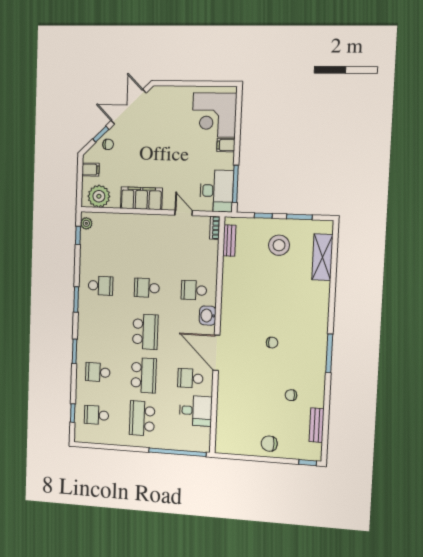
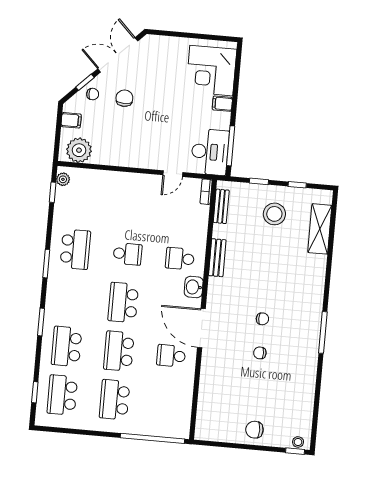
chair: (137, 146) -> (124, 98), added
filing cabinet: (141, 198) -> (127, 155), removed
door: (184, 213) -> (173, 174), swing flipped
window: (299, 217) -> (297, 185), width x0.67
school desk: (101, 286) -> (75, 249), width x1.85
school desk: (147, 288) -> (128, 254), turned 180
school desk: (145, 332) -> (123, 302), turned 180
school desk: (98, 372) -> (67, 346), width x1.85
school desk: (144, 375) -> (119, 351), turned 180
chair: (291, 395) -> (260, 353), moved
desk: (196, 411) -> (175, 392), removed
school desk: (96, 415) -> (62, 395), width x1.85
bench: (317, 425) -> (217, 258), moved
stool: (310, 454) -> (298, 442), added

